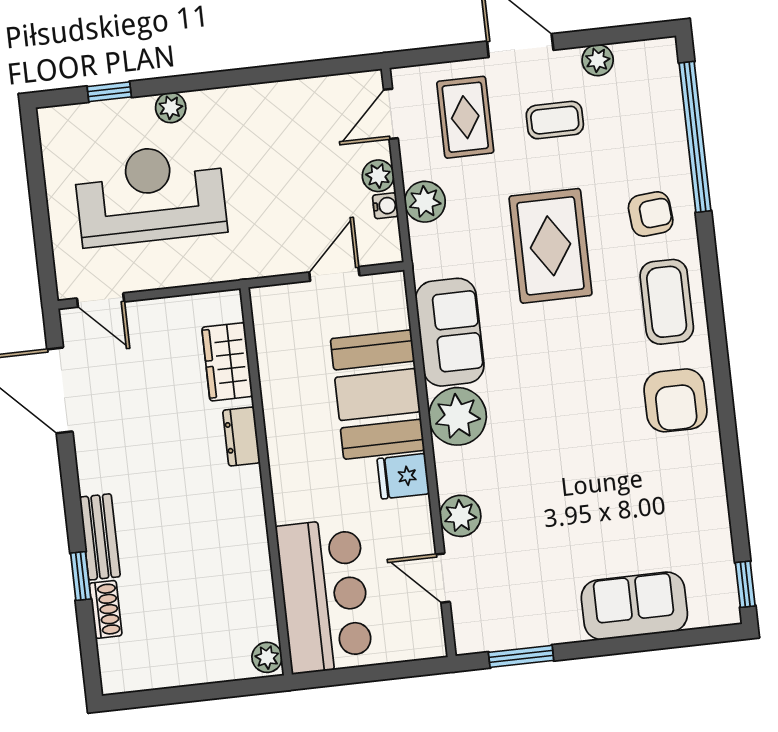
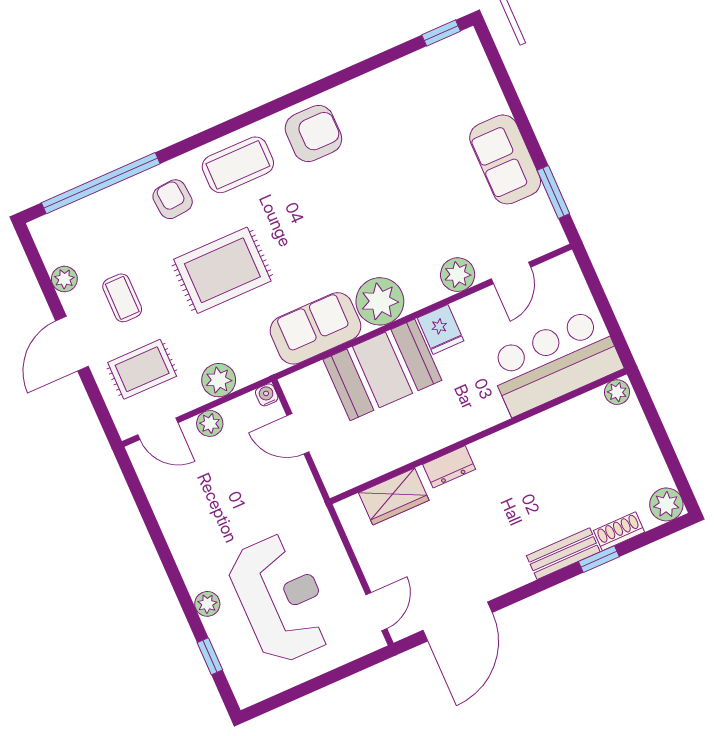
reception desk: (150, 195) -> (281, 598), turned 180
water cooler: (385, 206) -> (267, 395), moved
sofa: (634, 606) -> (505, 159), moved
plant: (119, 674) -> (666, 504), added

